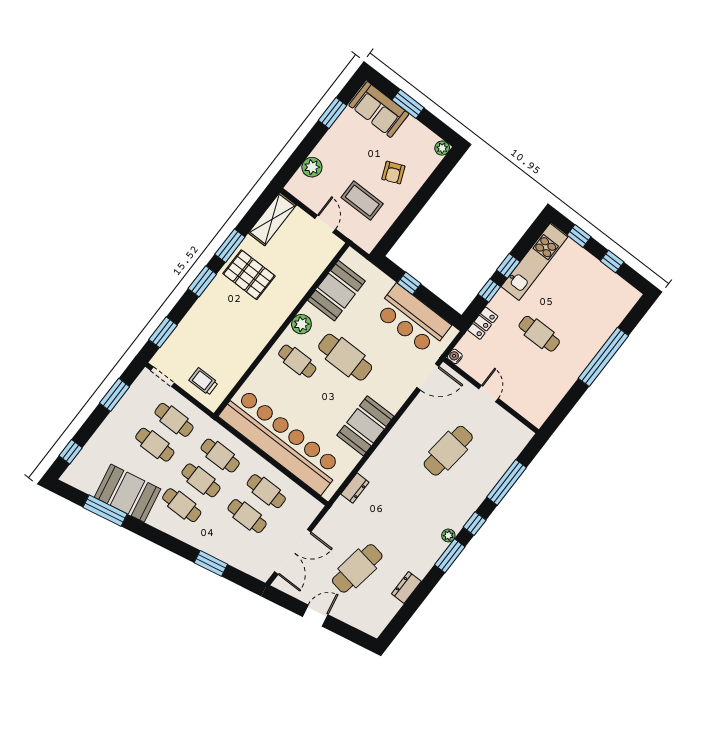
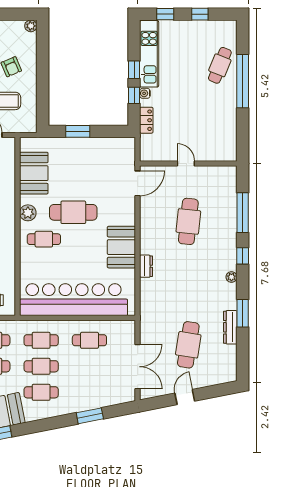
window: (409, 283) -> (78, 131), width x1.50
bar counter: (412, 319) -> (98, 153), removed
cafe table: (539, 334) -> (220, 65), moved, turned -68
water cooler: (455, 356) -> (145, 93), moved
dresser: (355, 488) -> (146, 266), moved
cafe table: (247, 516) -> (89, 366), removed
window: (450, 556) -> (243, 313), moved
dresser: (406, 588) -> (230, 327), width x1.44

